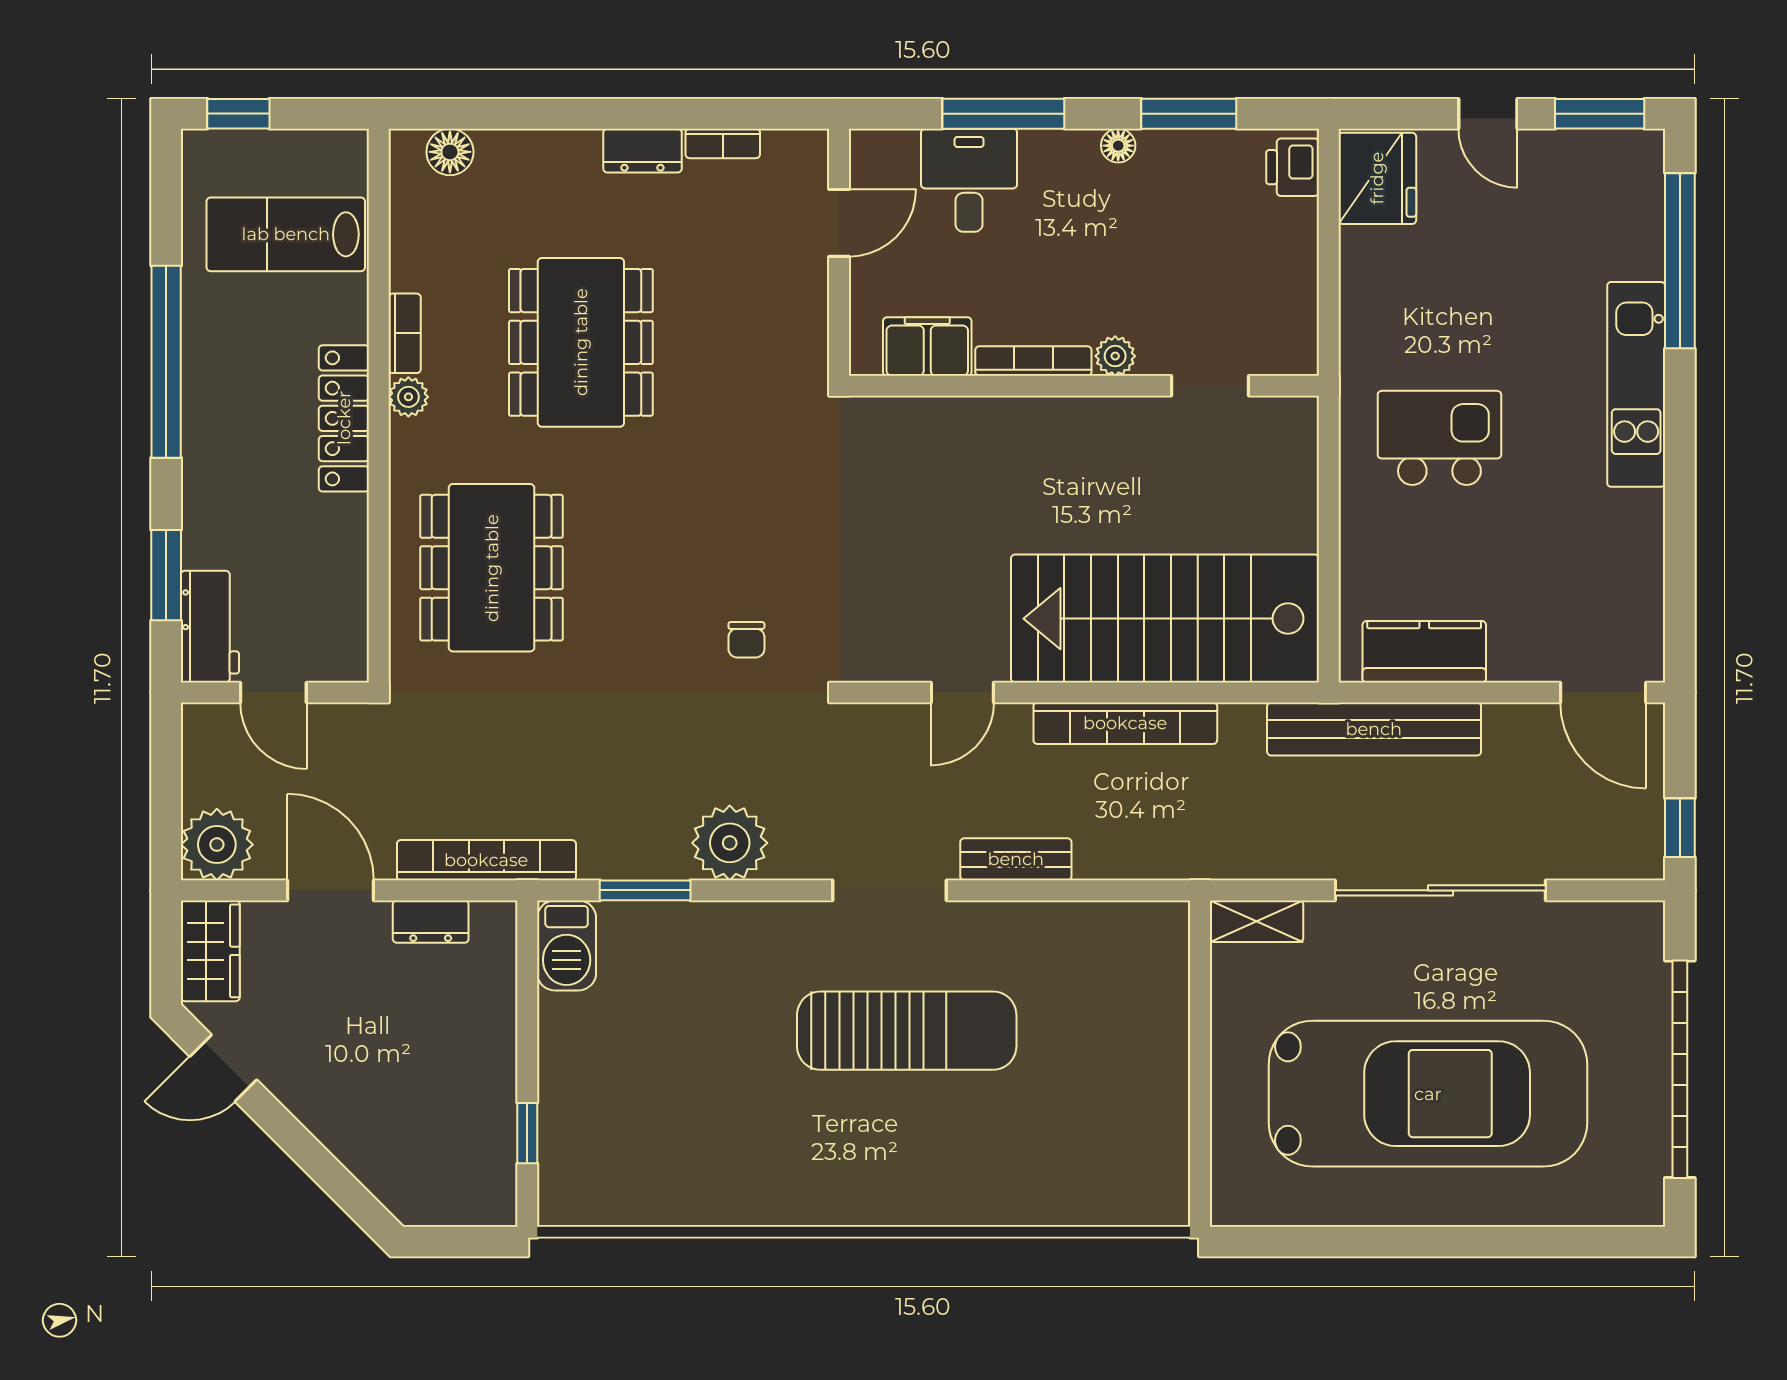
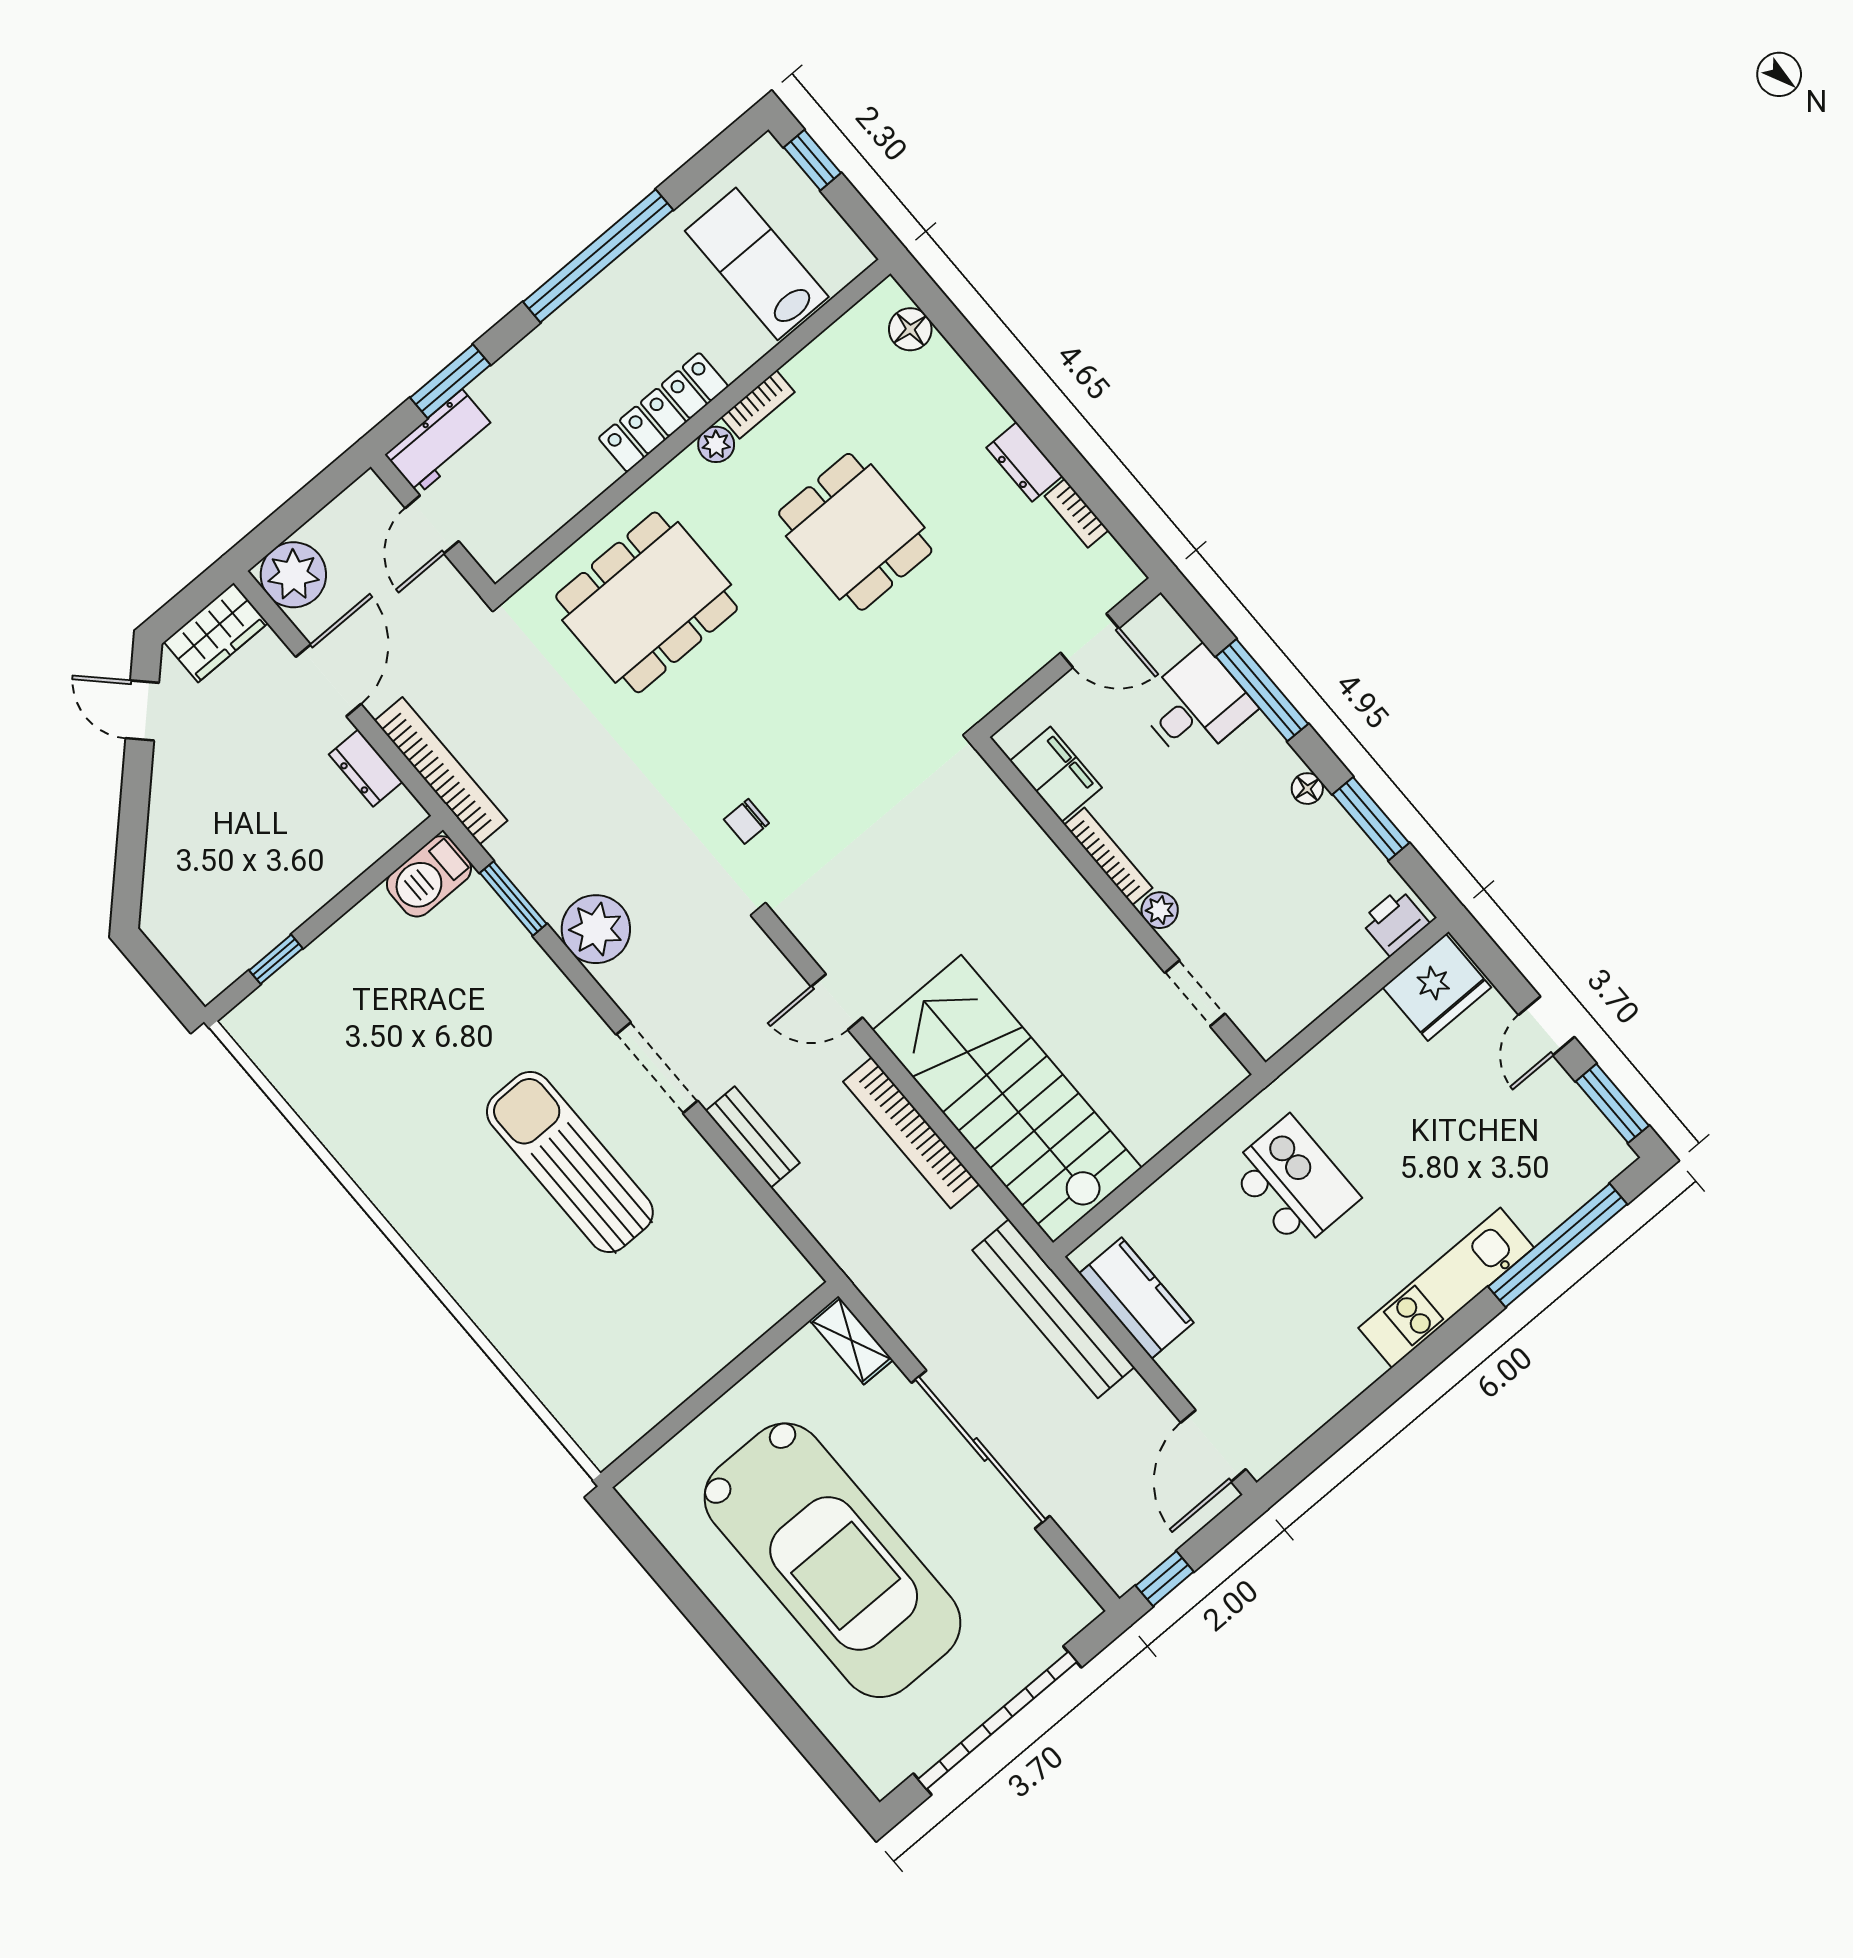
dining table: (581, 342) -> (855, 532), width x0.73
sun lounger: (907, 1031) -> (570, 1162), turned 180

